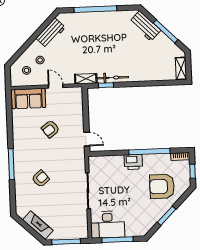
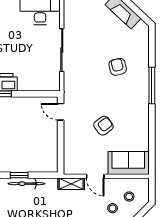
shelving: (86, 79) -> (71, 184), moved
window: (106, 85) -> (19, 175), moved
armchair: (41, 179) -> (118, 67), turned 116

